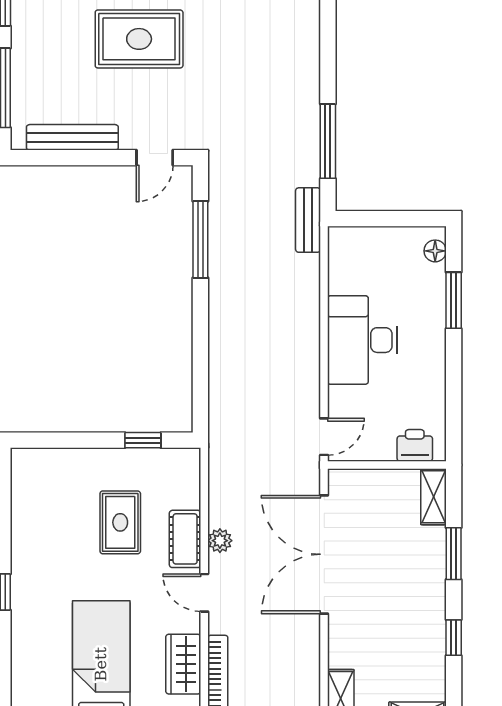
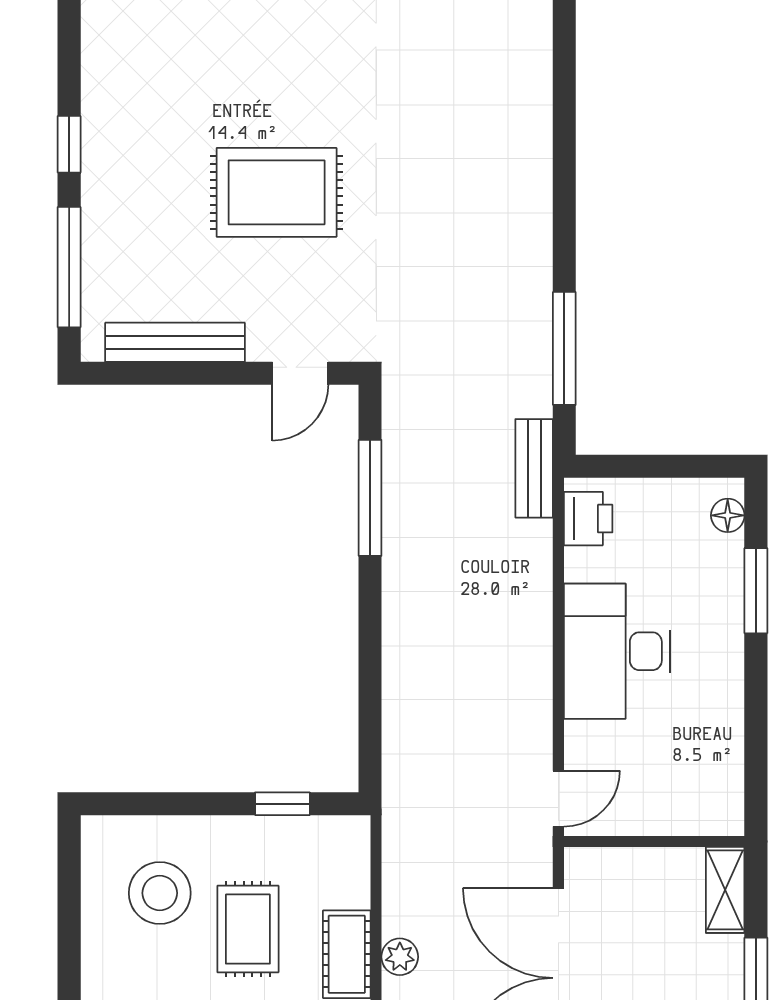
printer: (415, 445) -> (588, 519), moved, turned 90
stool: (62, 499) -> (160, 893), added

